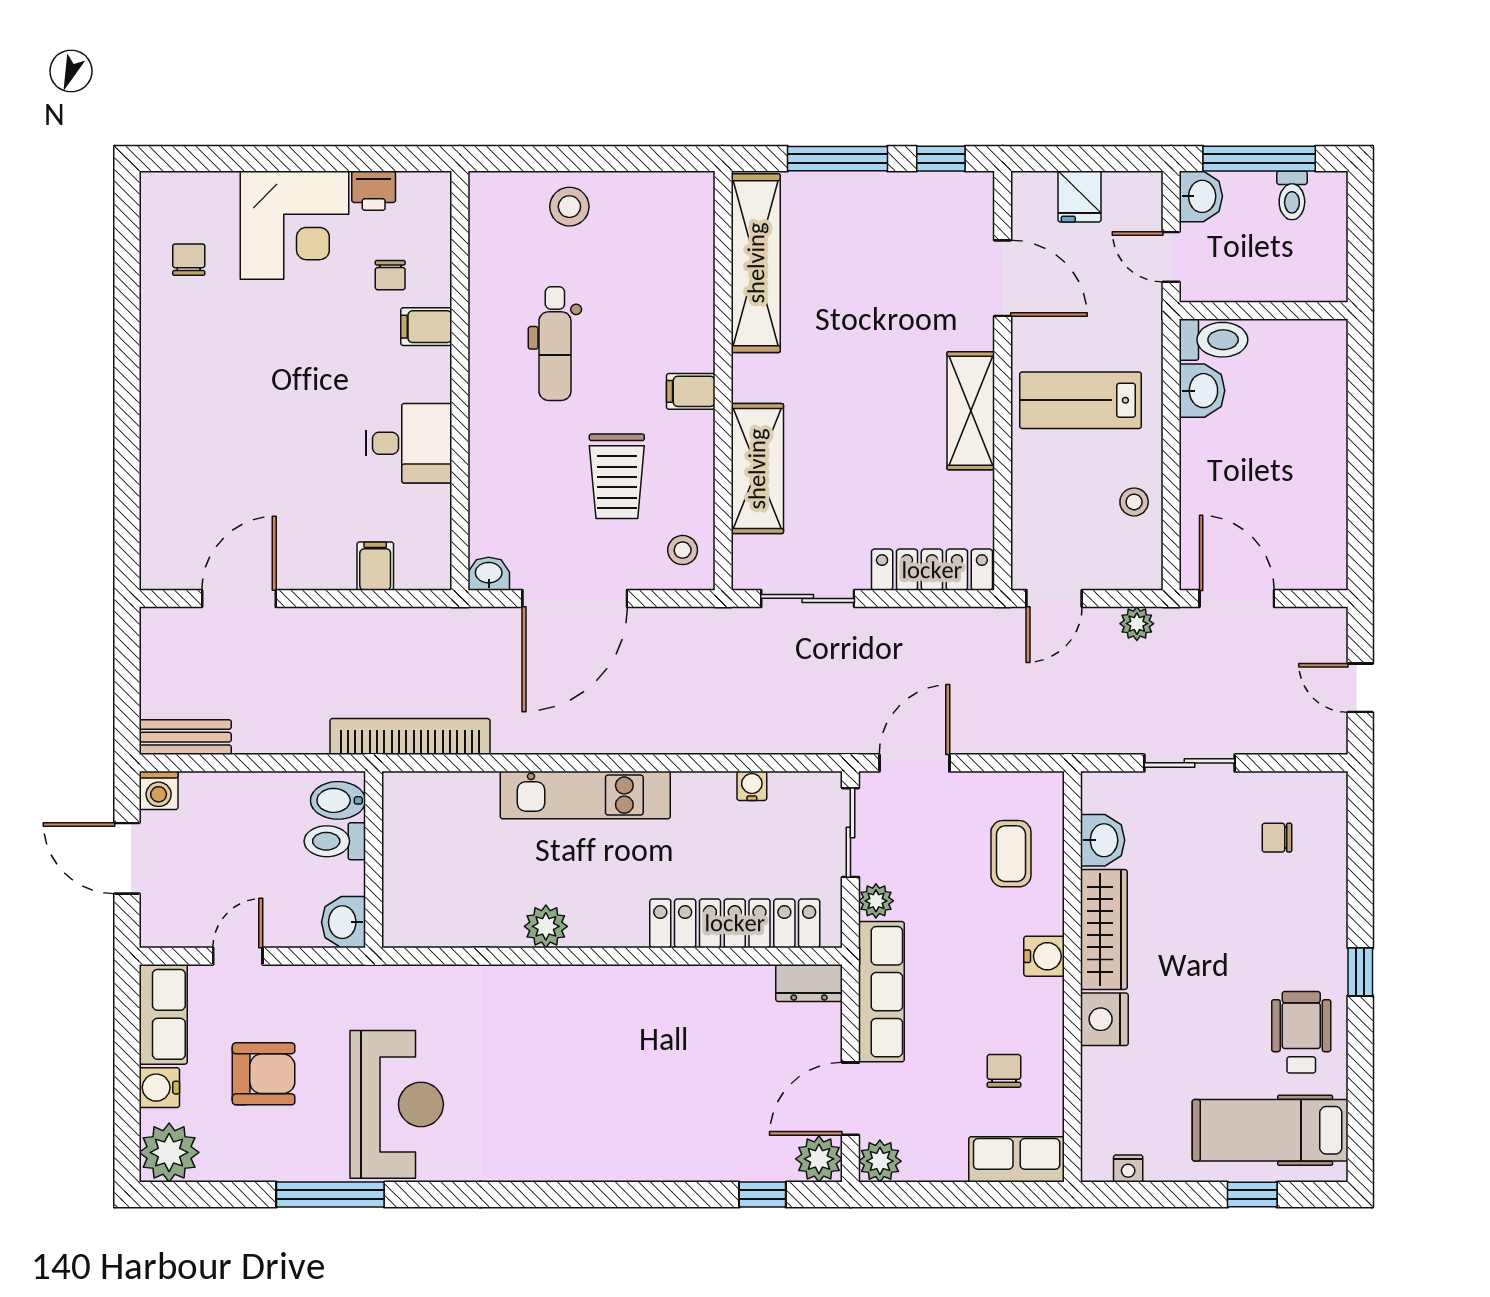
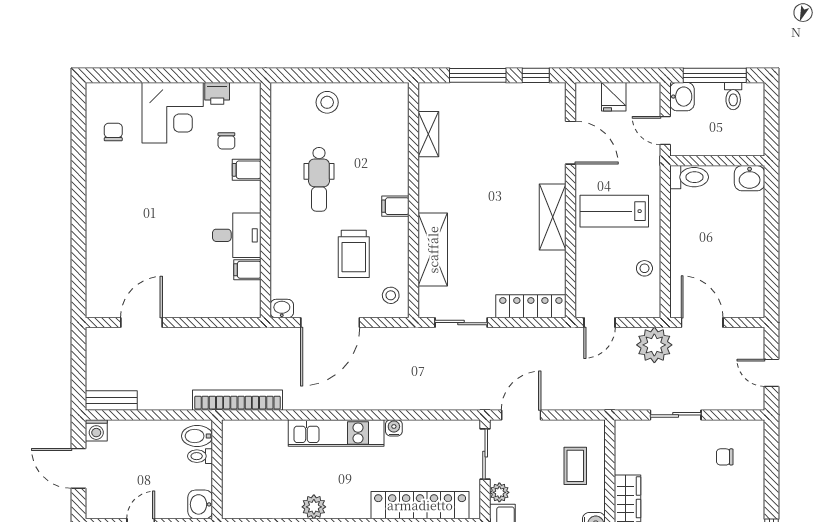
shelving: (756, 263) -> (428, 134), width x0.45, depth x0.75
washbasin: (1202, 391) -> (750, 178), moved, turned 90
filing cabinet: (375, 566) -> (247, 270), moved, turned -90
plant: (1137, 624) -> (654, 345), width x1.88, depth x1.88
water cooler: (752, 786) -> (394, 428), moved
washbasin: (1103, 840) -> (627, 458), removed
toilet: (335, 841) -> (200, 456), width x0.73, depth x0.72

